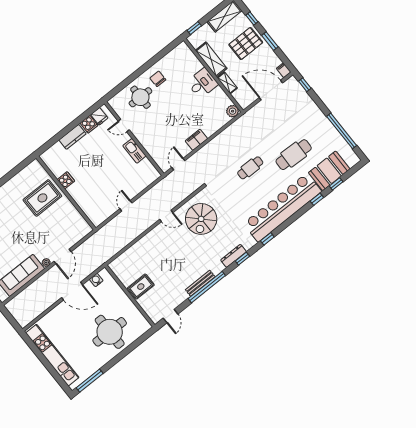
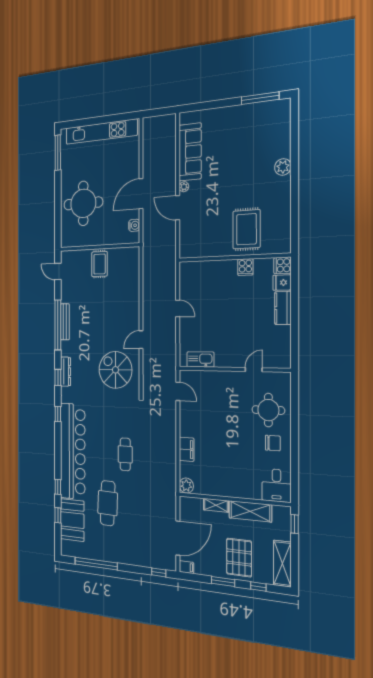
desk: (202, 83) -> (276, 485), moved
fridge: (99, 116) -> (282, 283), moved
cooker: (89, 124) -> (282, 265), moved
filing cabinet: (196, 140) -> (186, 449), moved
kitchen sink: (134, 151) -> (200, 359), moved

